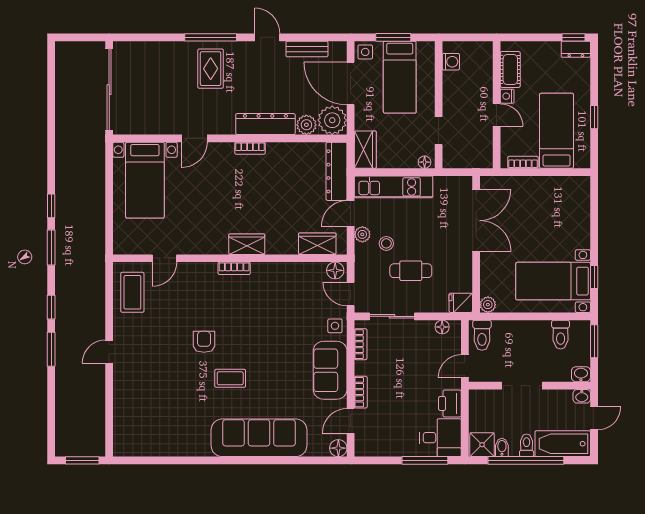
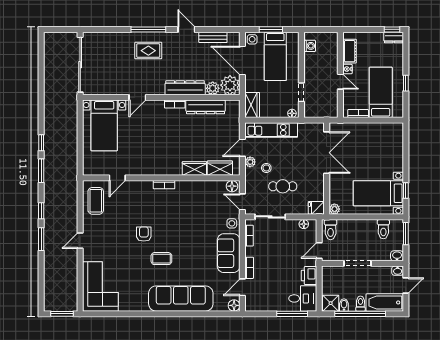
rug: (211, 69) -> (148, 51), turned 90
dresser: (337, 171) -> (206, 107), moved, turned -90
wardrobe: (247, 244) -> (194, 168), moved
corner sofa: (139, 420) -> (100, 286), added

